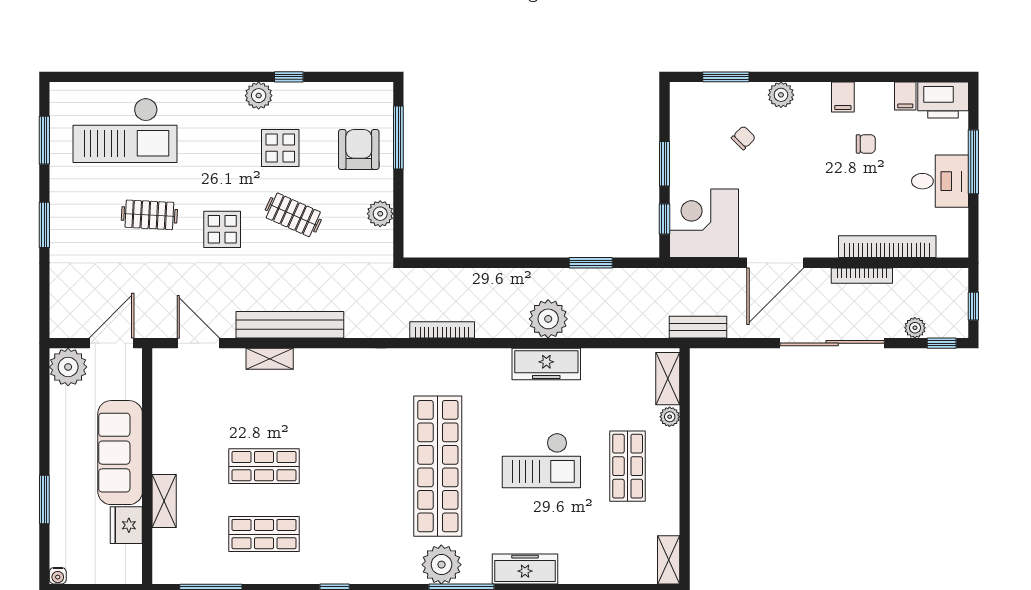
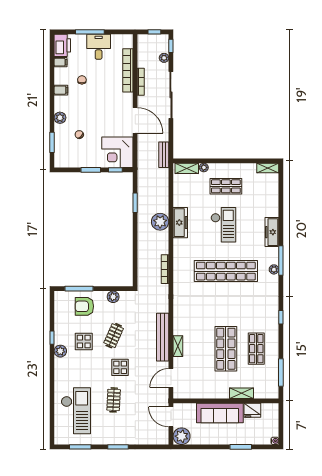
shop shelf: (264, 466) -> (226, 349), width x1.43, depth x1.36
plant: (441, 565) -> (274, 269), width x0.53, depth x0.53

